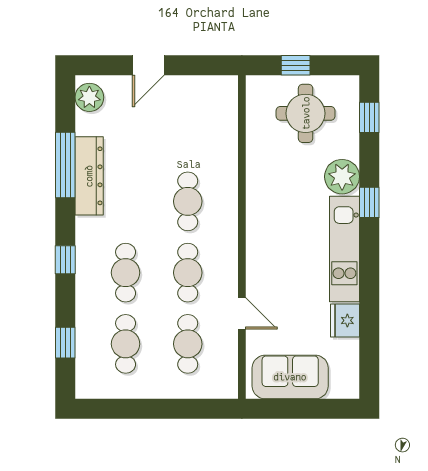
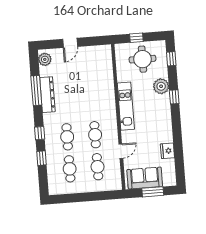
cafe table: (188, 201) -> (93, 103), removed
kitchen unit: (344, 249) -> (126, 106), moved, turned 180
door: (242, 313) -> (121, 151), hinge flipped
window: (65, 343) -> (42, 158), moved
window: (306, 409) -> (153, 192), added

